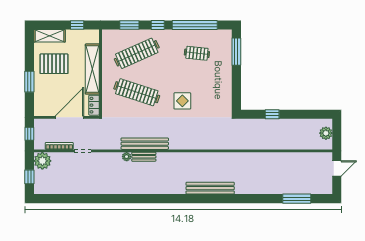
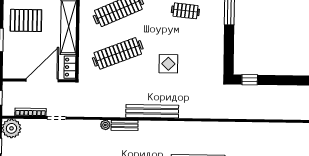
clothes rail: (137, 92) -> (118, 53), turned -39
window: (272, 114) -> (250, 80), moved
bench: (145, 144) -> (152, 111), moved

